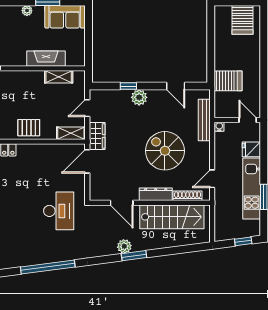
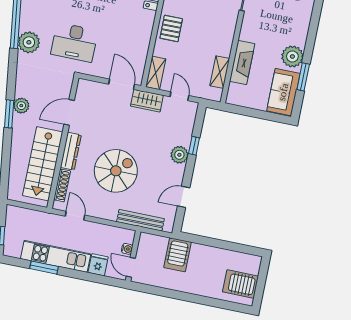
plant: (27, 11) -> (292, 56), width x1.87, depth x1.87
door: (248, 120) -> (131, 267), swing flipped
water cooler: (219, 127) -> (127, 249), moved
plant: (67, 251) -> (29, 42), added

